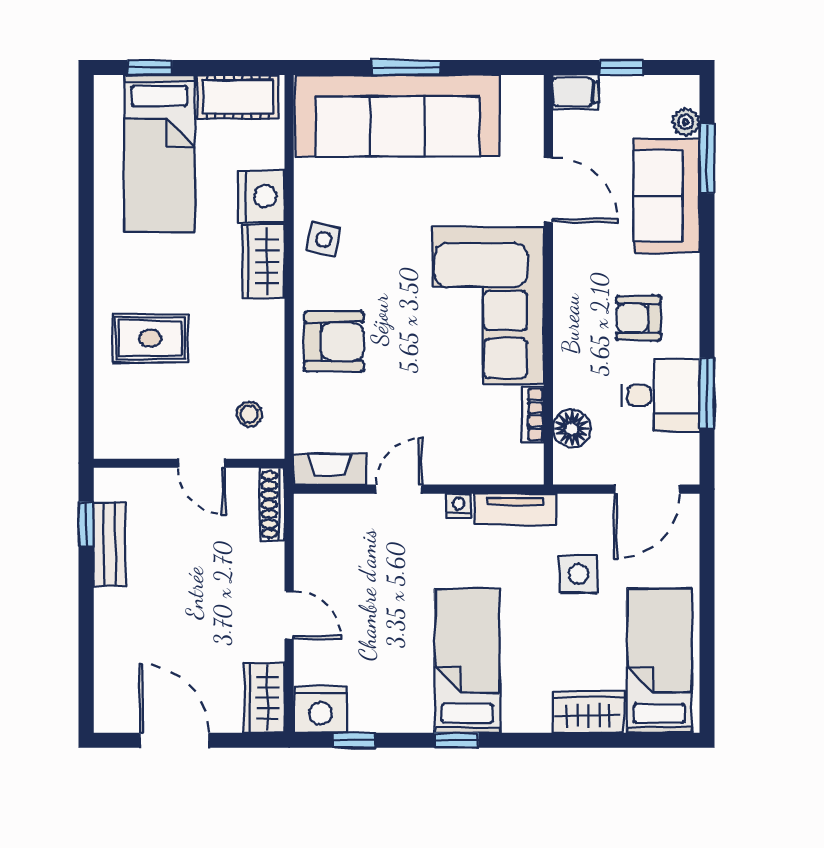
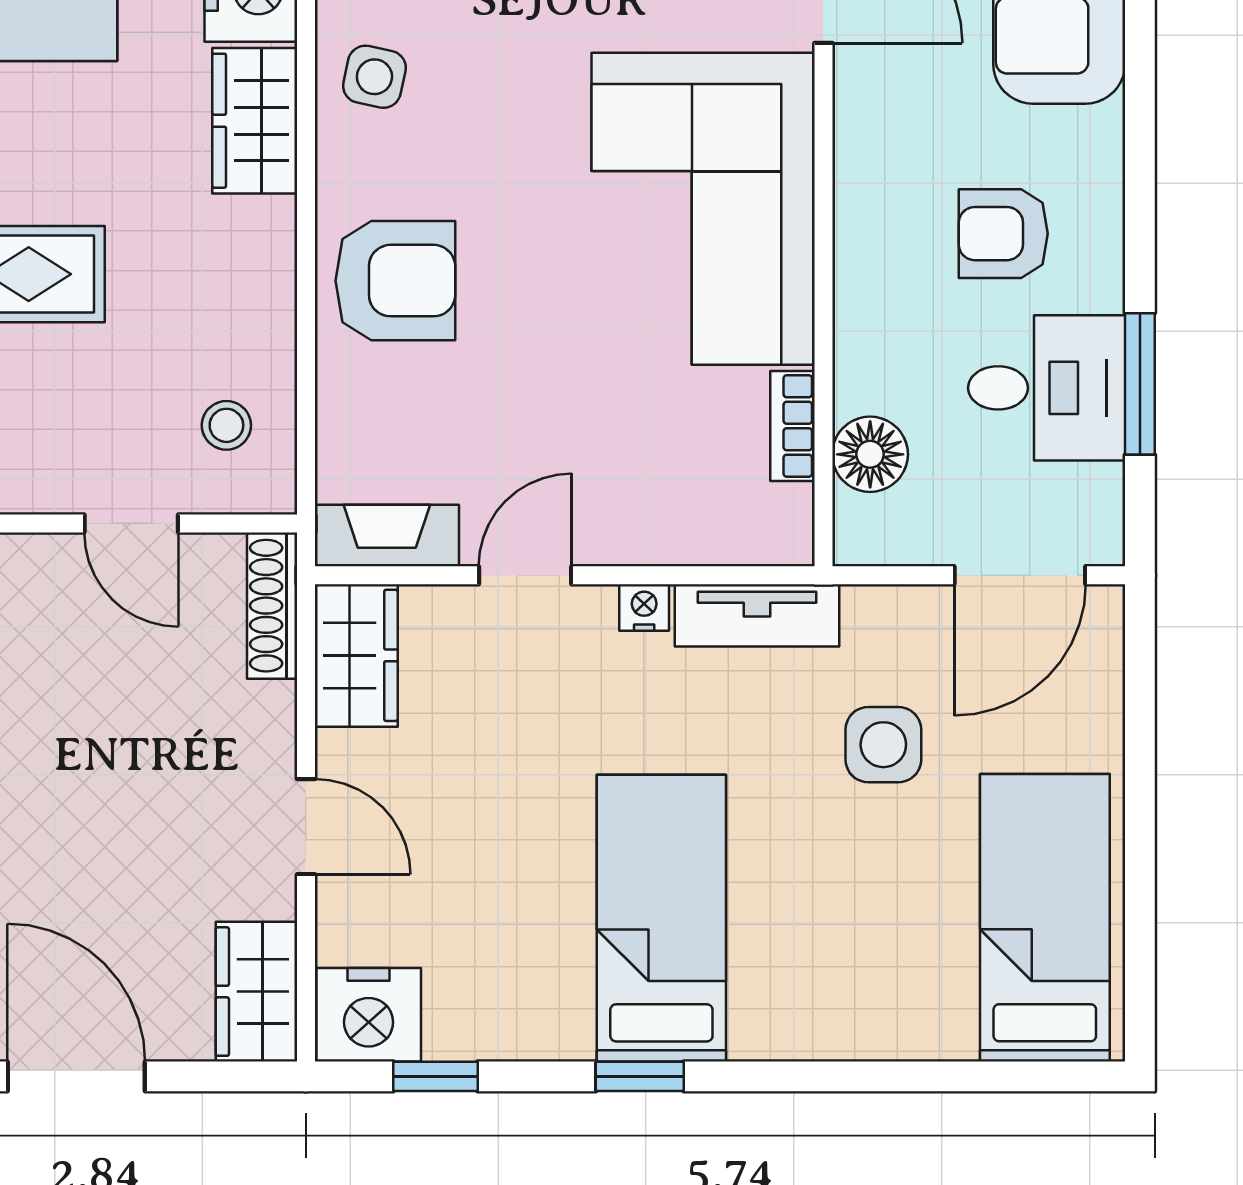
wardrobe: (588, 712) -> (356, 655), moved, turned 90

